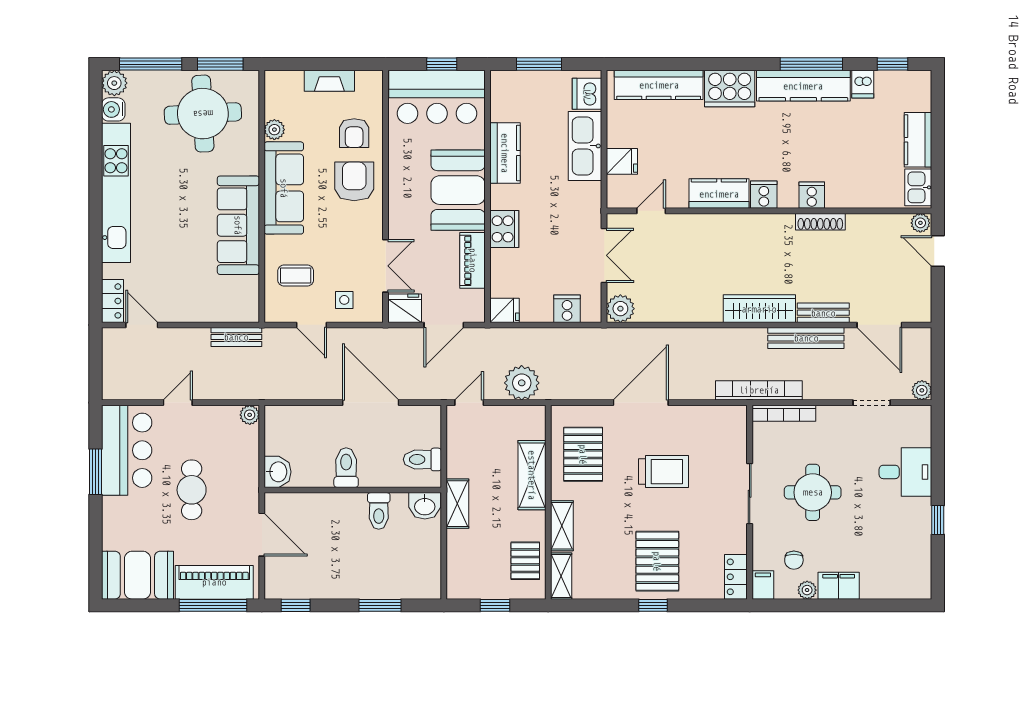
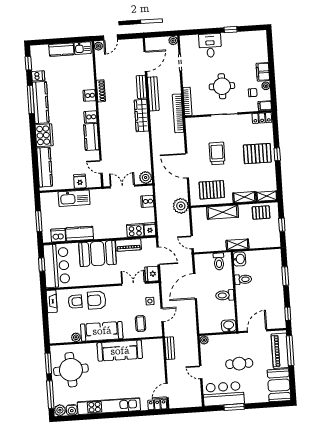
fireplace: (329, 81) -> (52, 301), moved
dishwasher: (587, 94) -> (58, 235), moved, turned 180
cooker: (504, 229) -> (135, 230), moved
plant: (522, 383) -> (181, 206), moved

